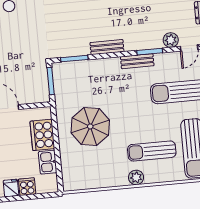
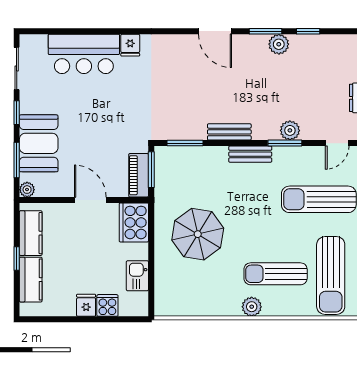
plant: (171, 40) -> (290, 130), moved
bench: (137, 61) -> (250, 154), moved
piano: (42, 86) -> (139, 175), added
cooker: (42, 135) -> (134, 222), moved

